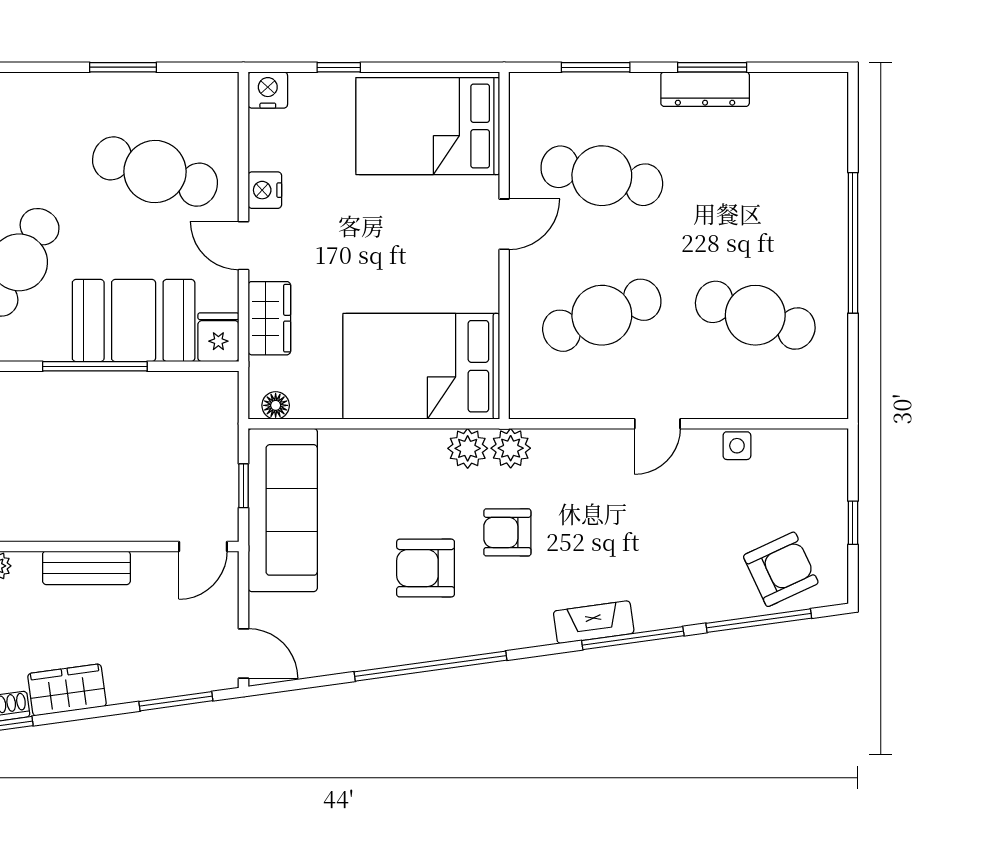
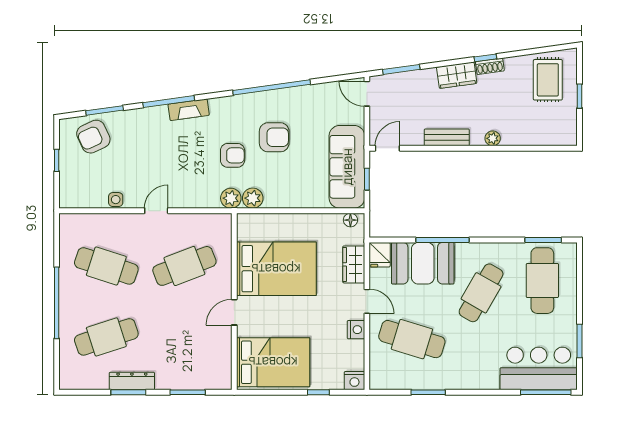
cafe table: (602, 176) -> (106, 337), moved, turned -30
bed: (421, 366) -> (276, 269), moved
window: (759, 621) -> (105, 110), width x0.69

